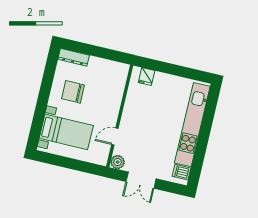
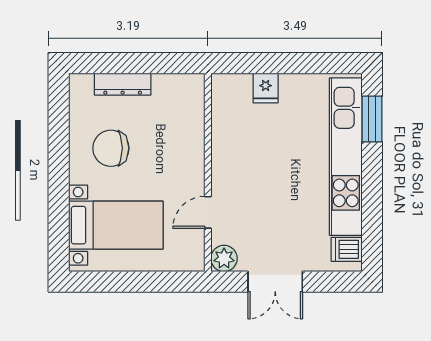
dresser: (74, 57) -> (123, 84), moved
fridge: (147, 77) -> (266, 88), moved
window: (210, 109) -> (372, 119), added

